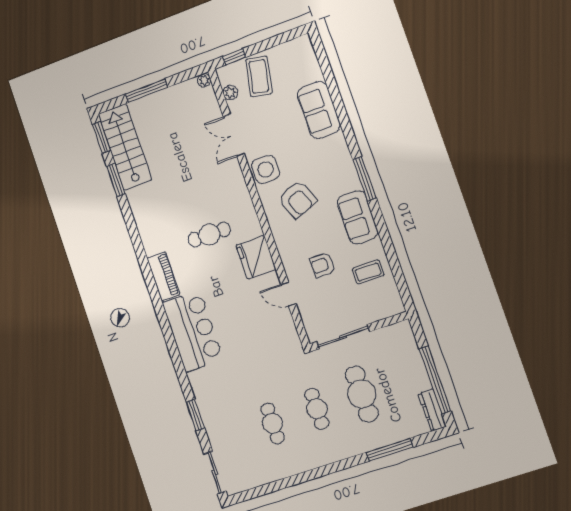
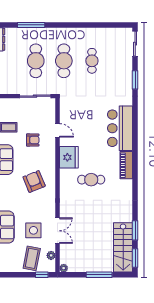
side table: (266, 169) -> (33, 230), moved
cafe table: (317, 409) -> (64, 61), width x1.37, depth x1.35

